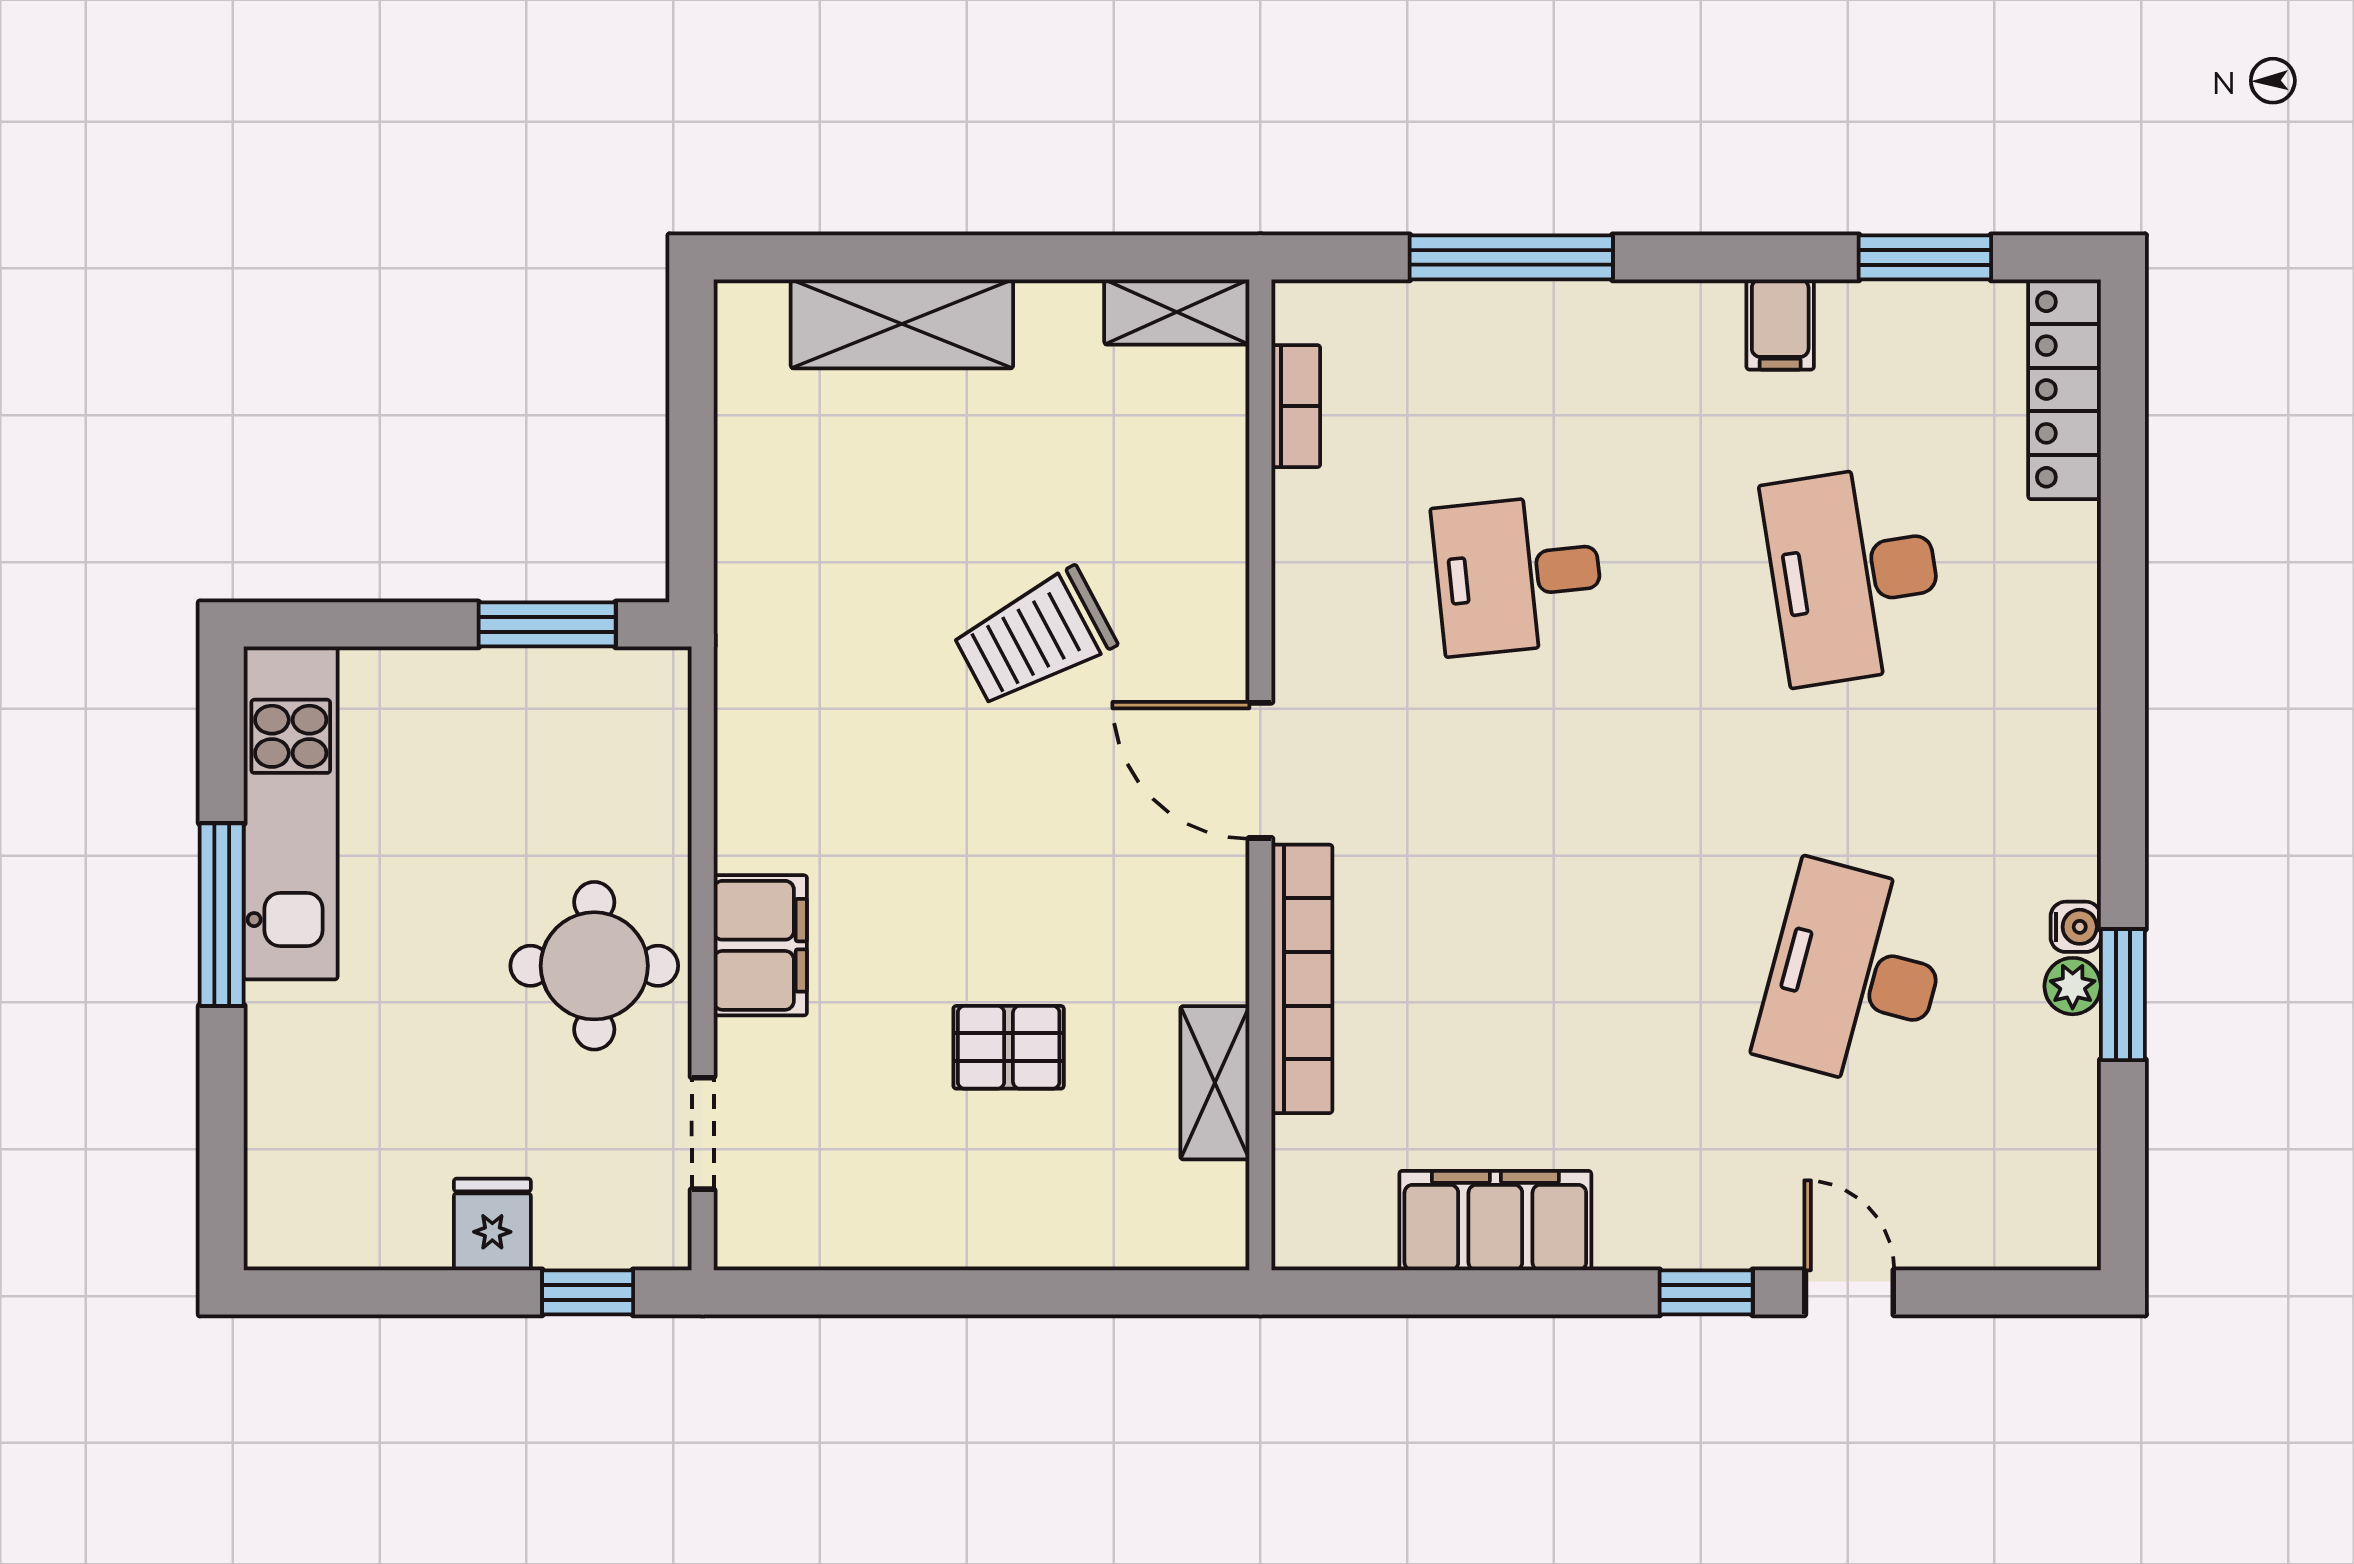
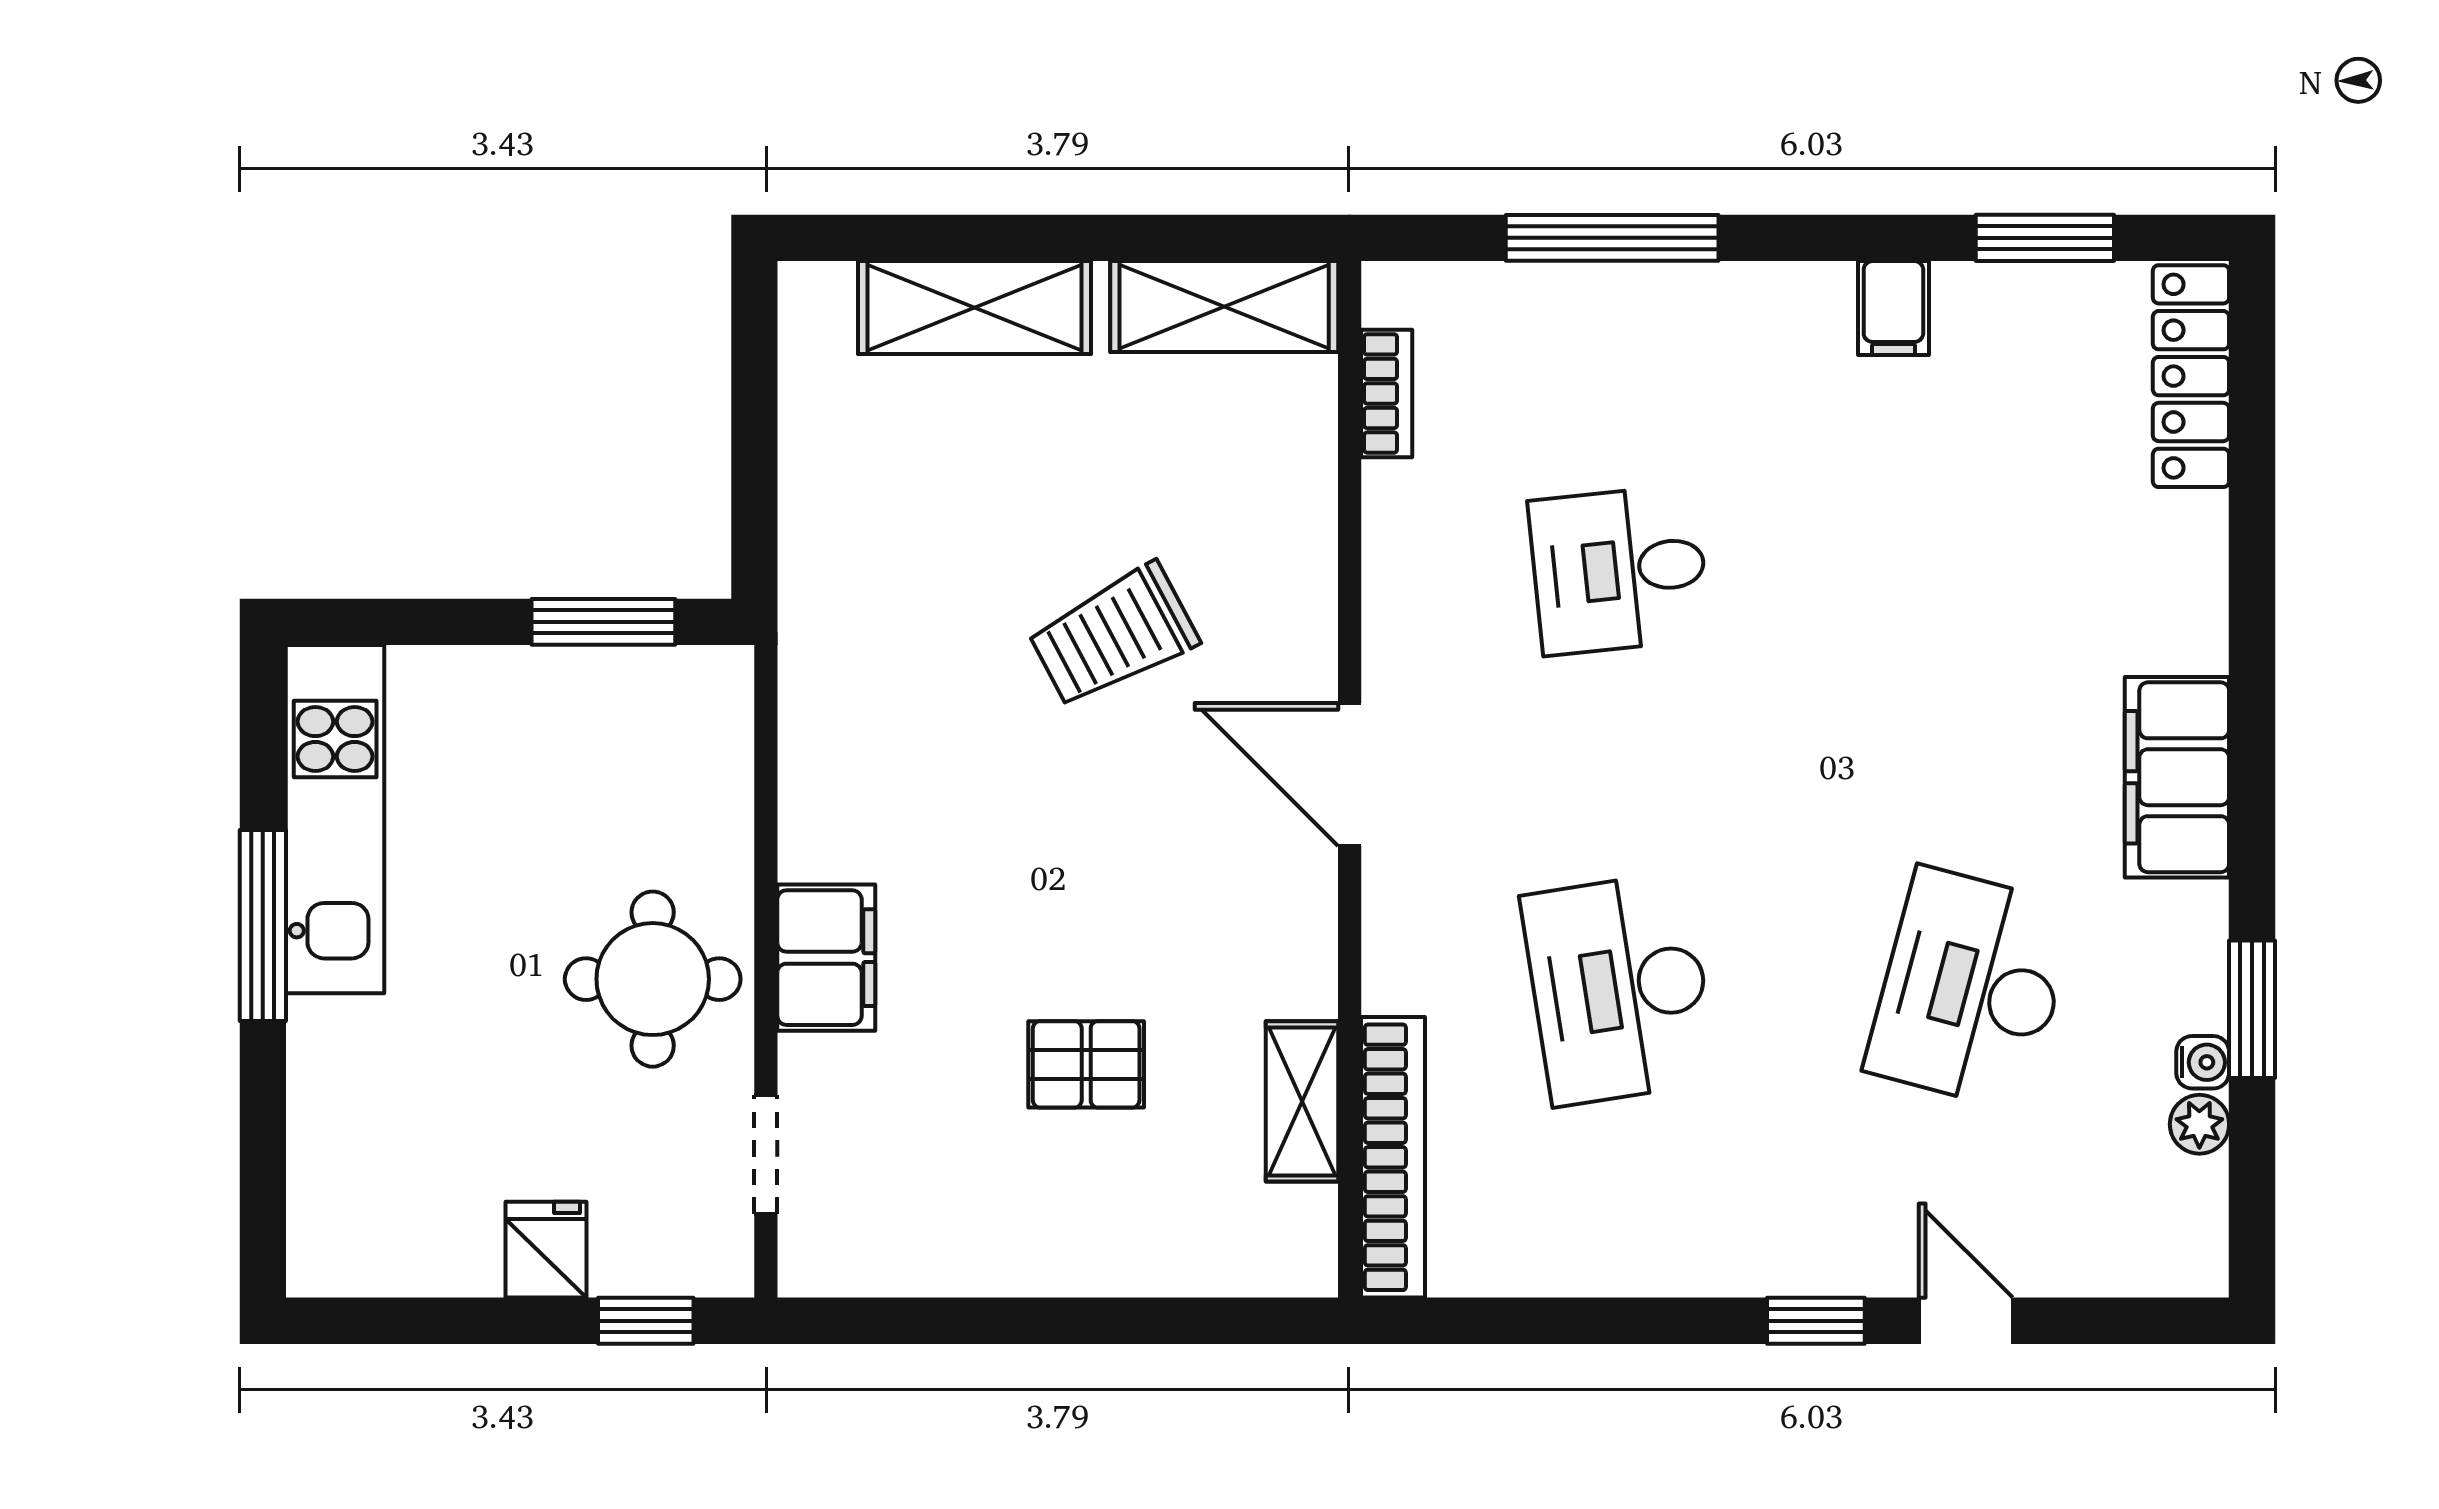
shelving: (1177, 312) -> (1224, 306), width x1.50, depth x1.33
desk: (1854, 575) -> (1619, 989), moved
water cooler: (2076, 927) -> (2203, 1062), moved
bookcase: (1302, 979) -> (1393, 1157), moved
plant: (2073, 986) -> (2199, 1124), moved
filing cabinet: (1495, 1221) -> (2177, 777), moved, turned -90

